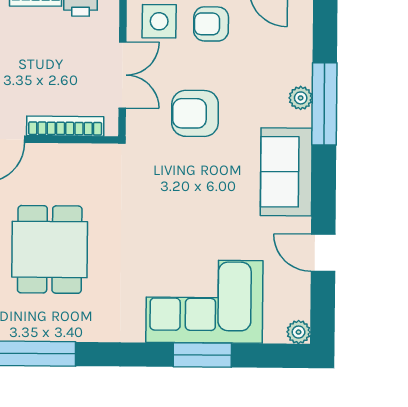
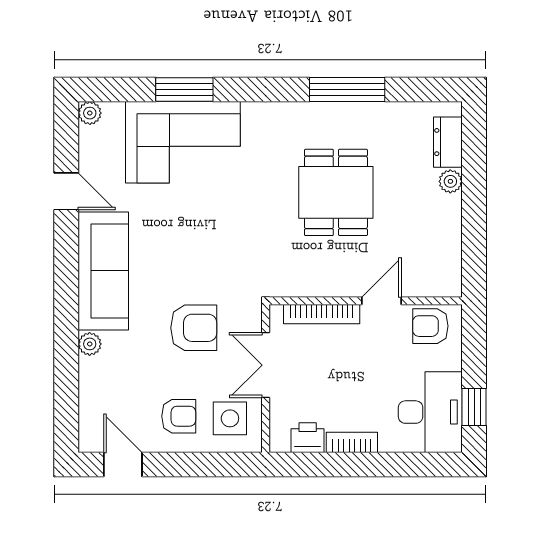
window: (324, 104) -> (66, 338), removed
sofa: (286, 172) -> (103, 271), width x1.36

